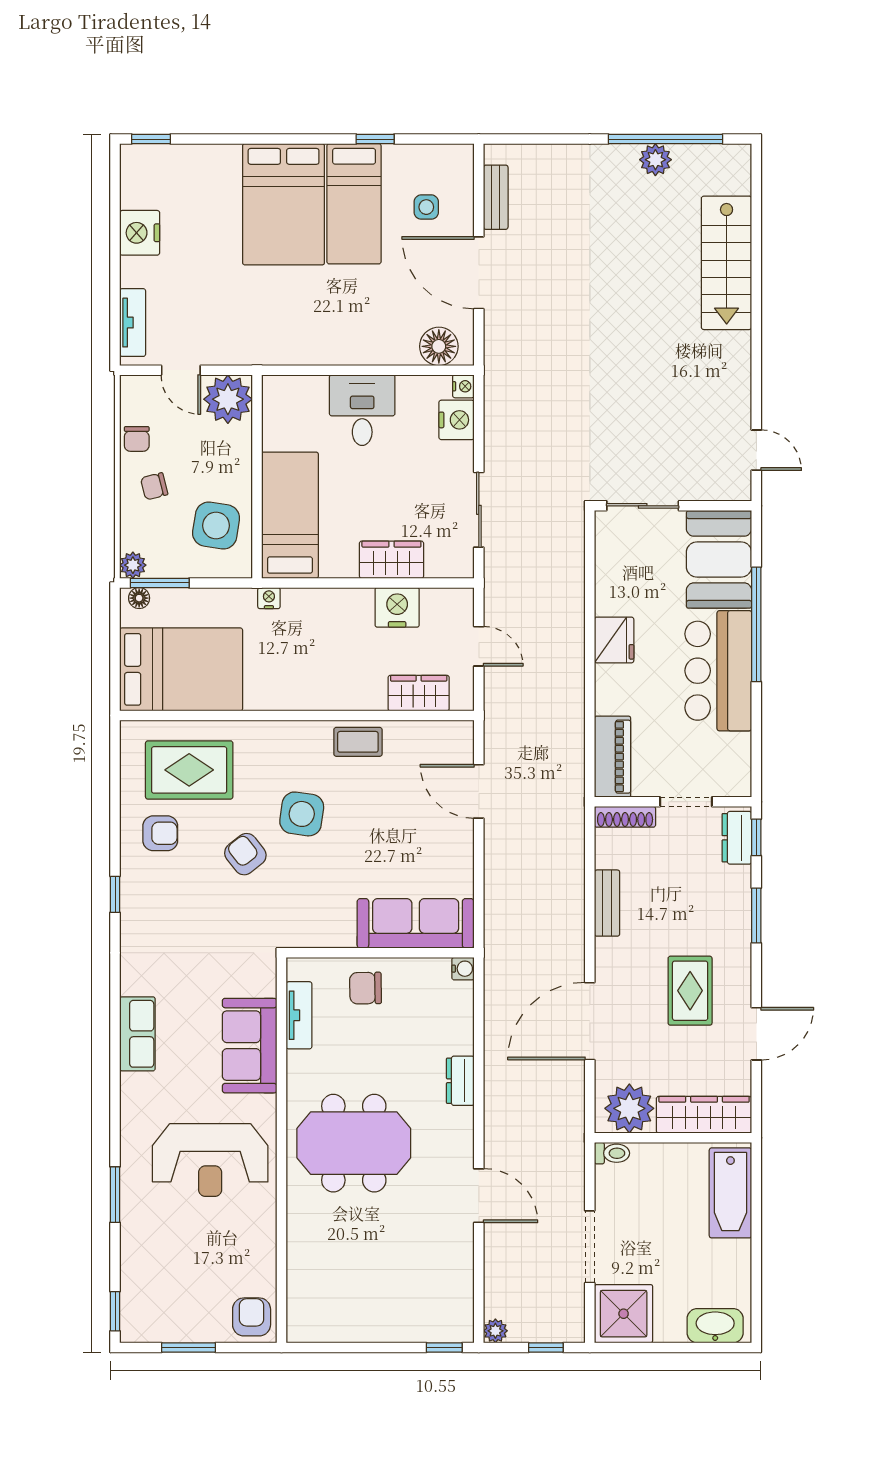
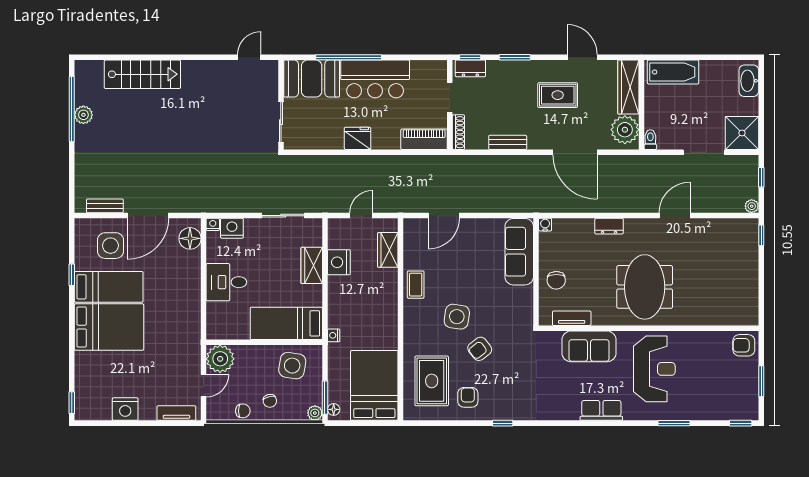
side table: (426, 207) -> (110, 246), width x1.87, depth x1.87
row of seats: (137, 1034) -> (601, 410), moved

